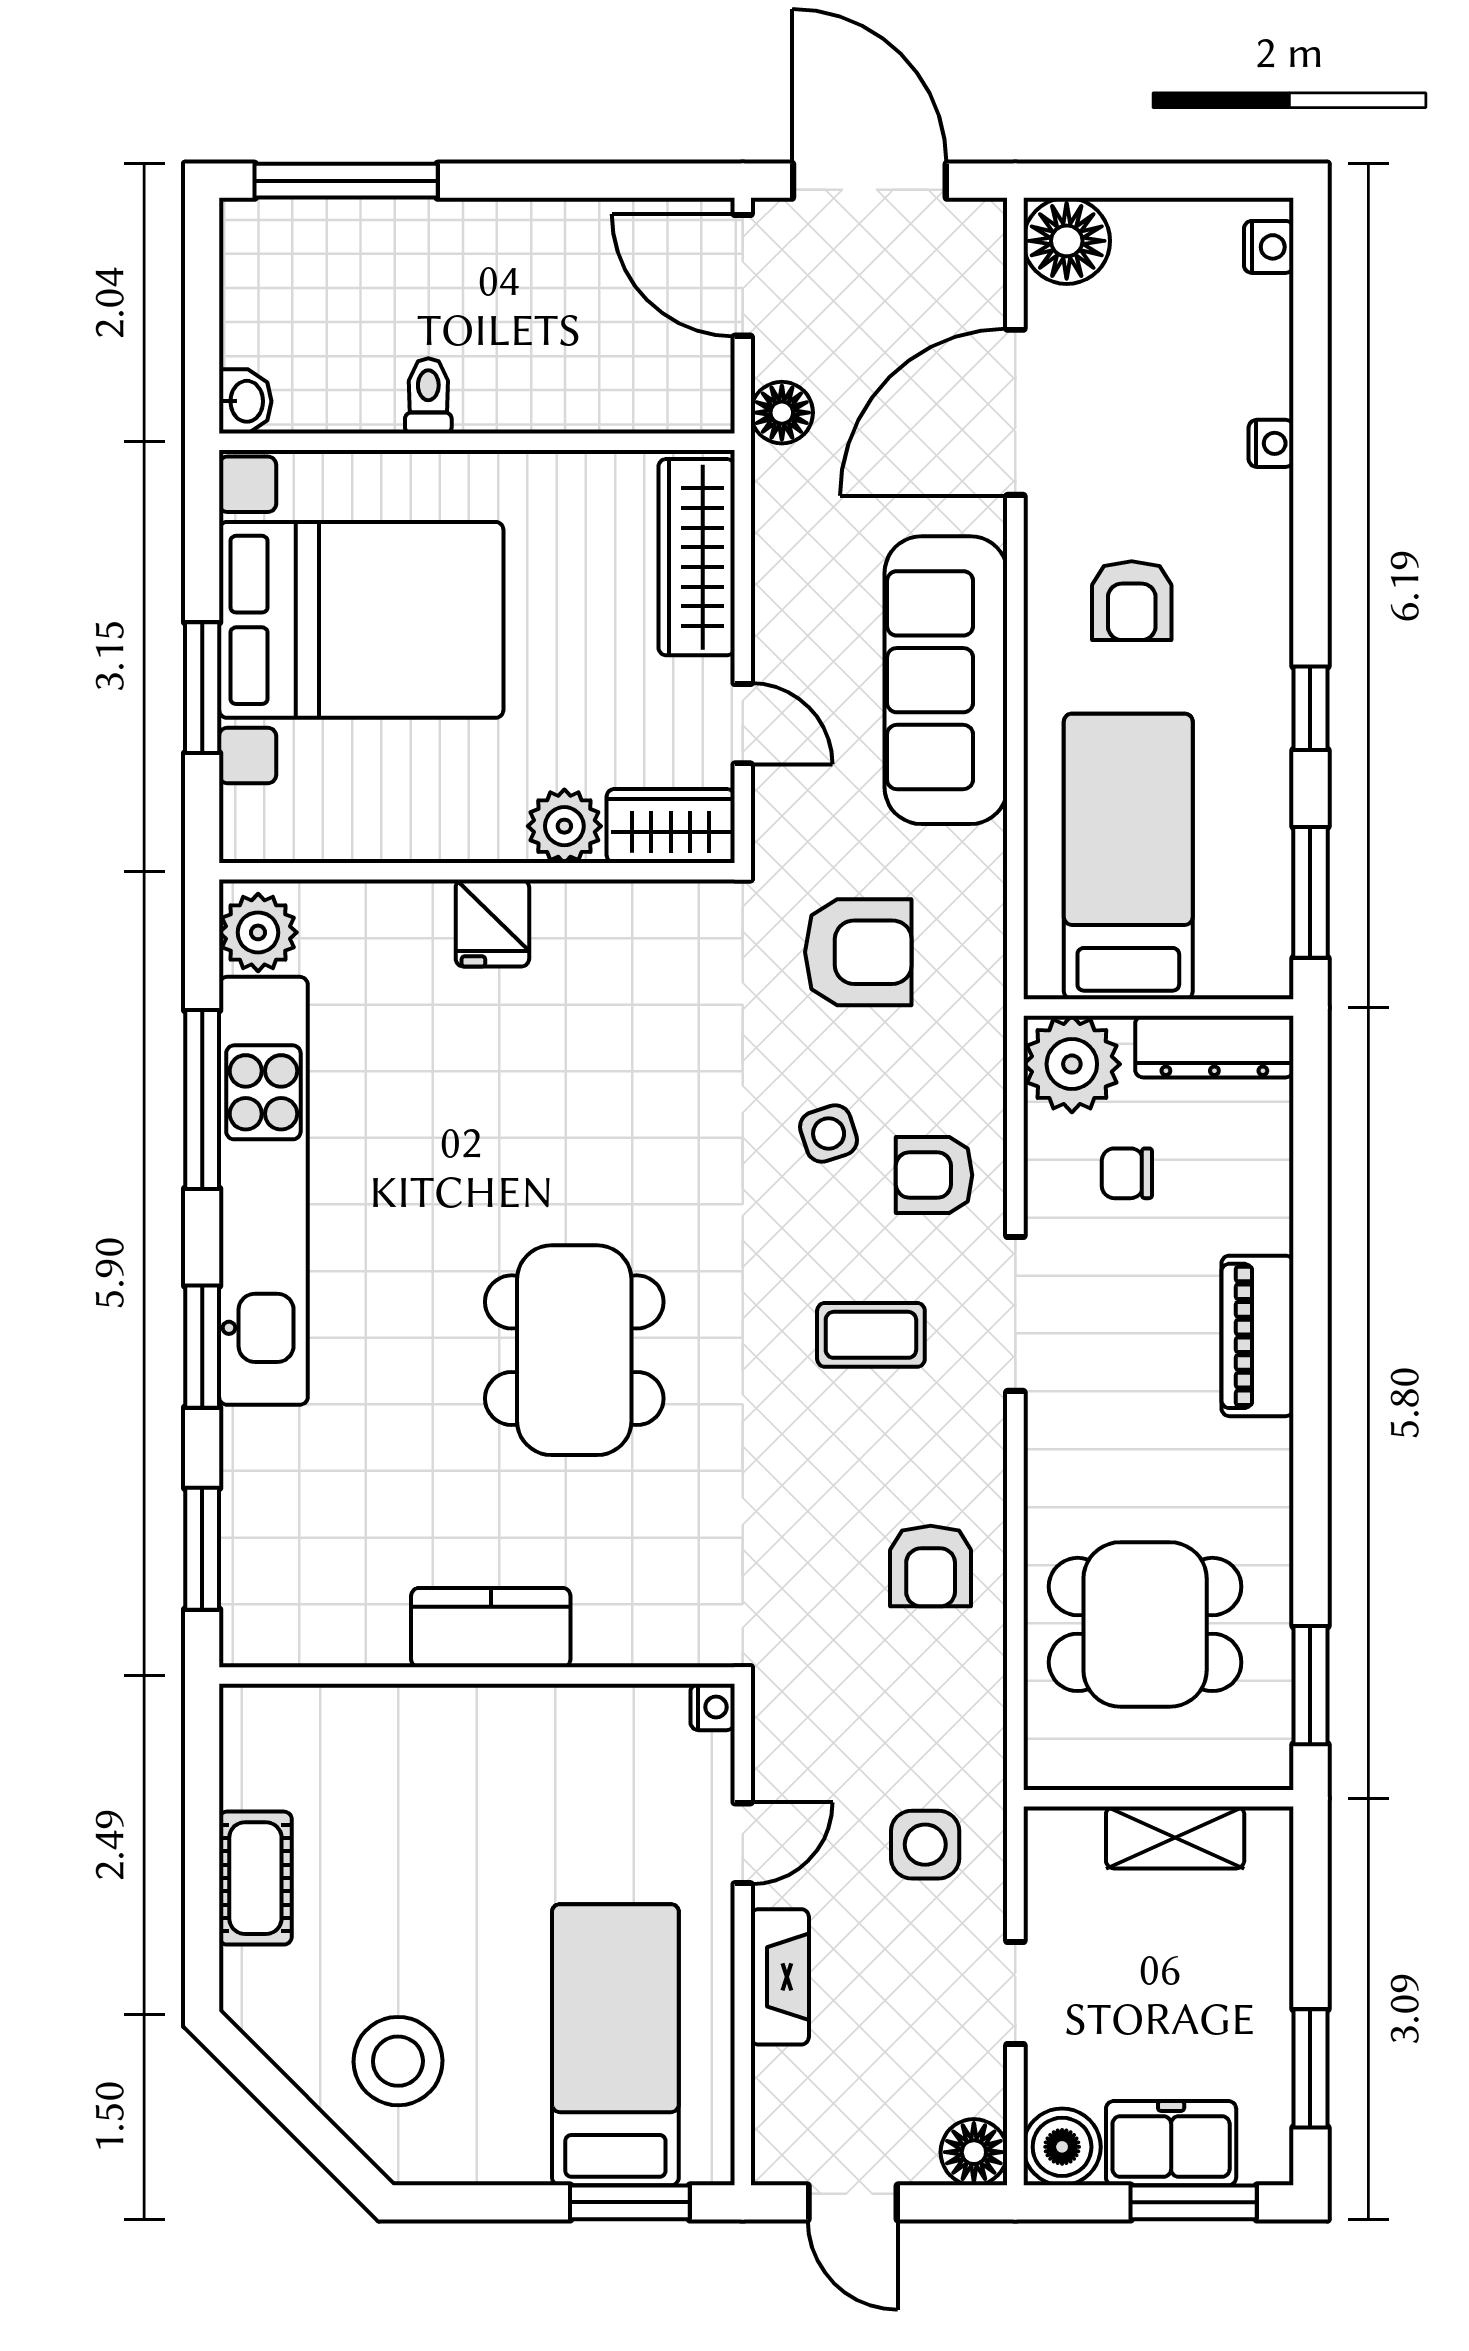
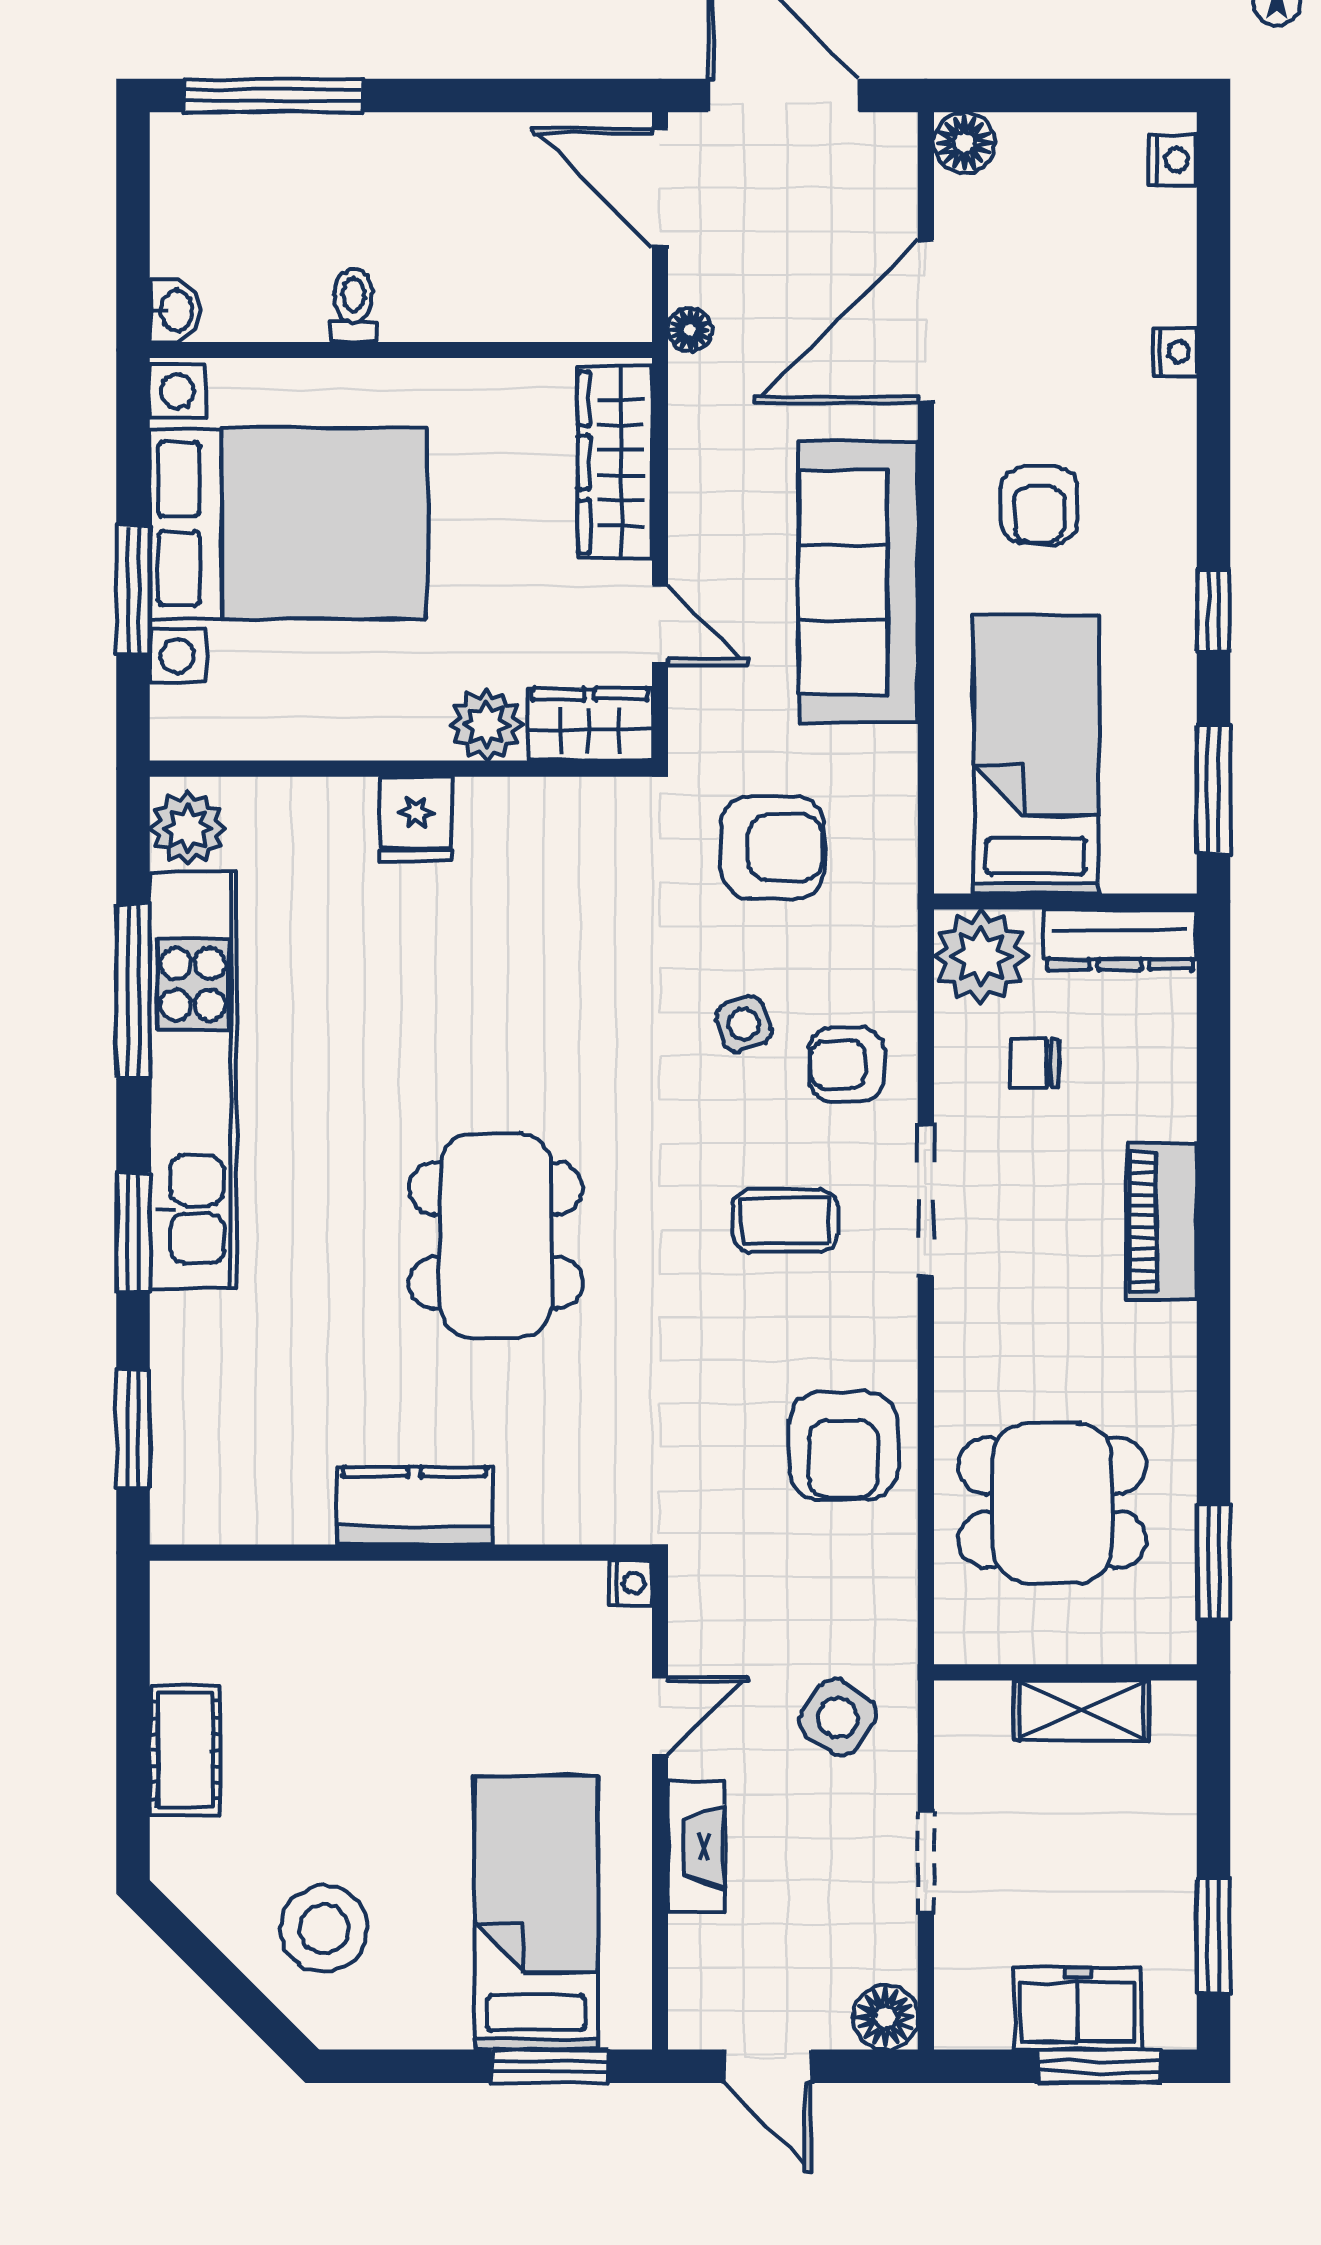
floor lamp: (1067, 241) -> (964, 143), width x0.73, depth x0.73
floor lamp: (782, 413) -> (690, 330), width x0.73, depth x0.73
armchair: (931, 1566) -> (843, 1446), width x1.38, depth x1.38
side table: (925, 1845) -> (838, 1718), turned 36
boiler: (1062, 2147) -> (971, 2012), removed

